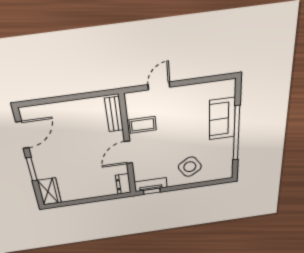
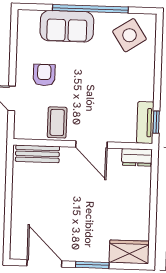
armchair: (181, 108) -> (44, 75), added
side table: (190, 167) -> (129, 35), moved

